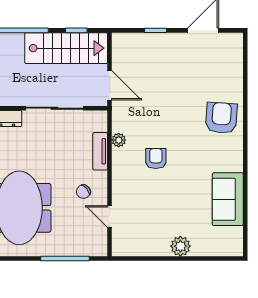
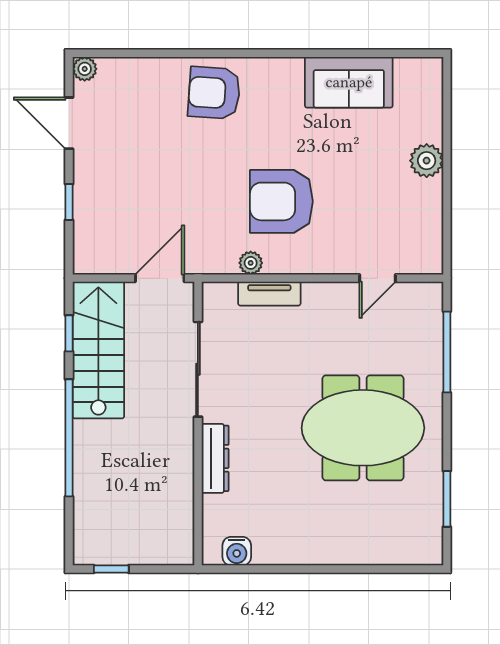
plant: (236, 40) -> (85, 69), added
armchair: (156, 159) -> (281, 201), width x1.88, depth x1.88
chair: (83, 192) -> (336, 321), removed

